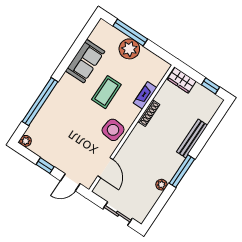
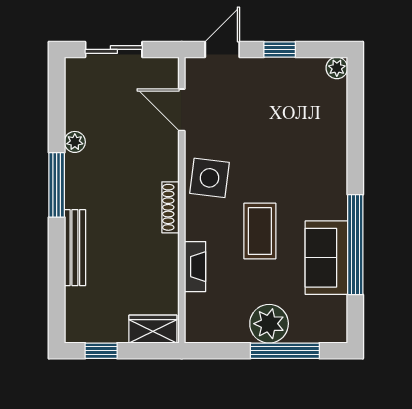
window: (40, 102) -> (355, 245), moved
shoe rack: (149, 113) -> (170, 207), moved

